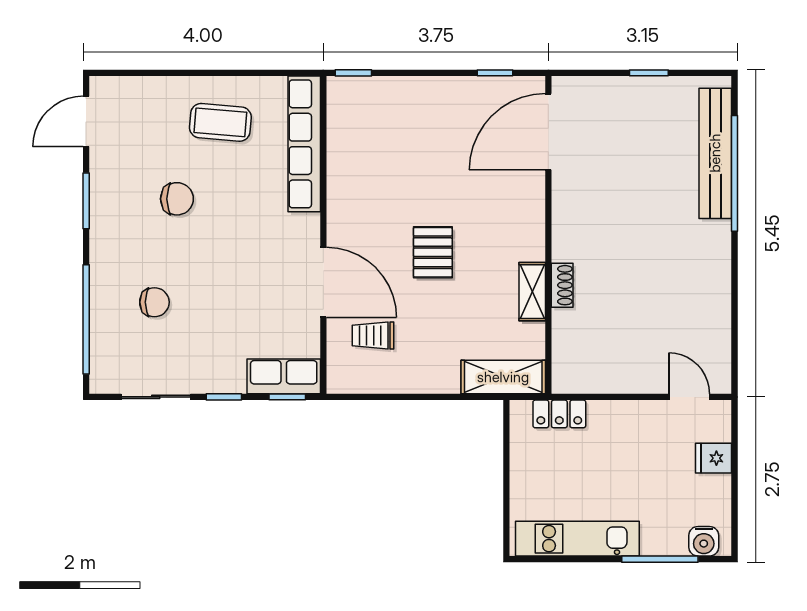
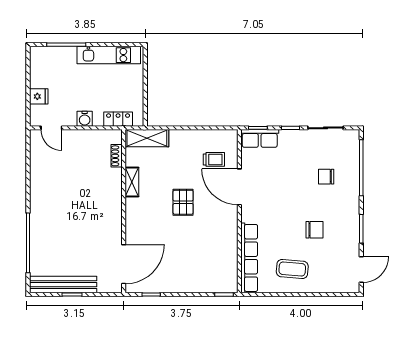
bench: (715, 153) -> (63, 285), moved, turned 90
chair: (177, 199) -> (315, 230), turned 180
shoe rack: (562, 285) -> (117, 156), moved
water cooler: (704, 541) -> (85, 119), moved, turned 180

